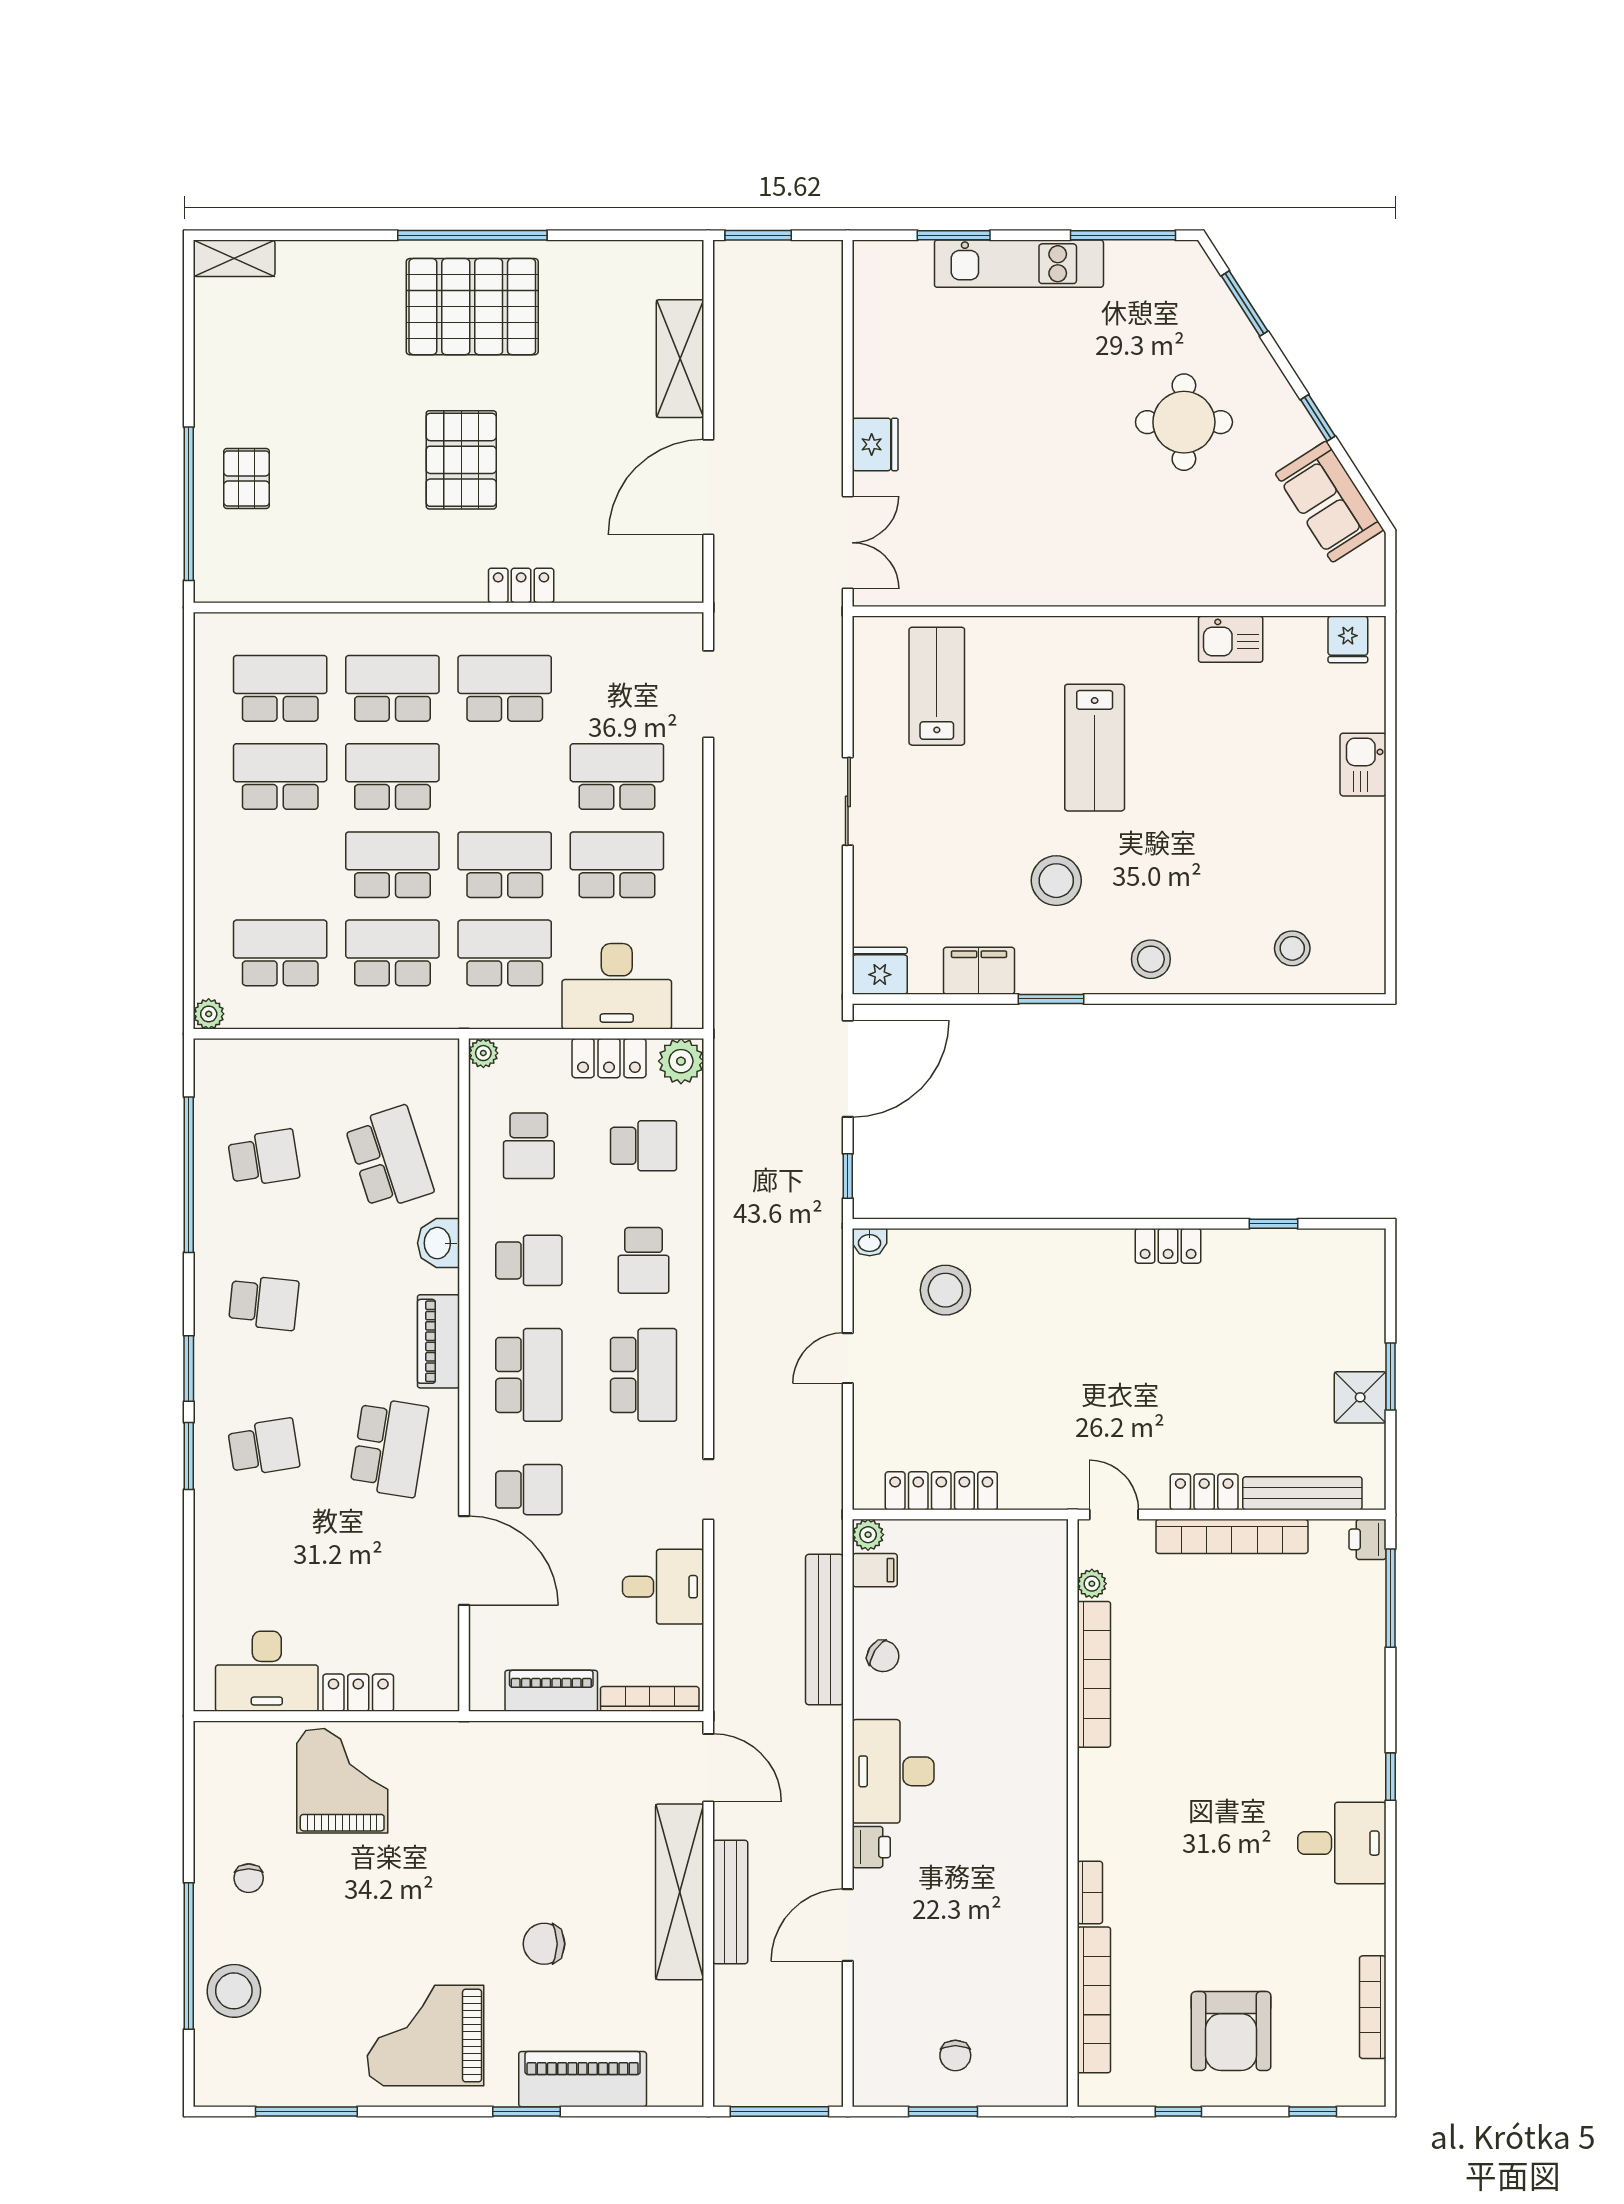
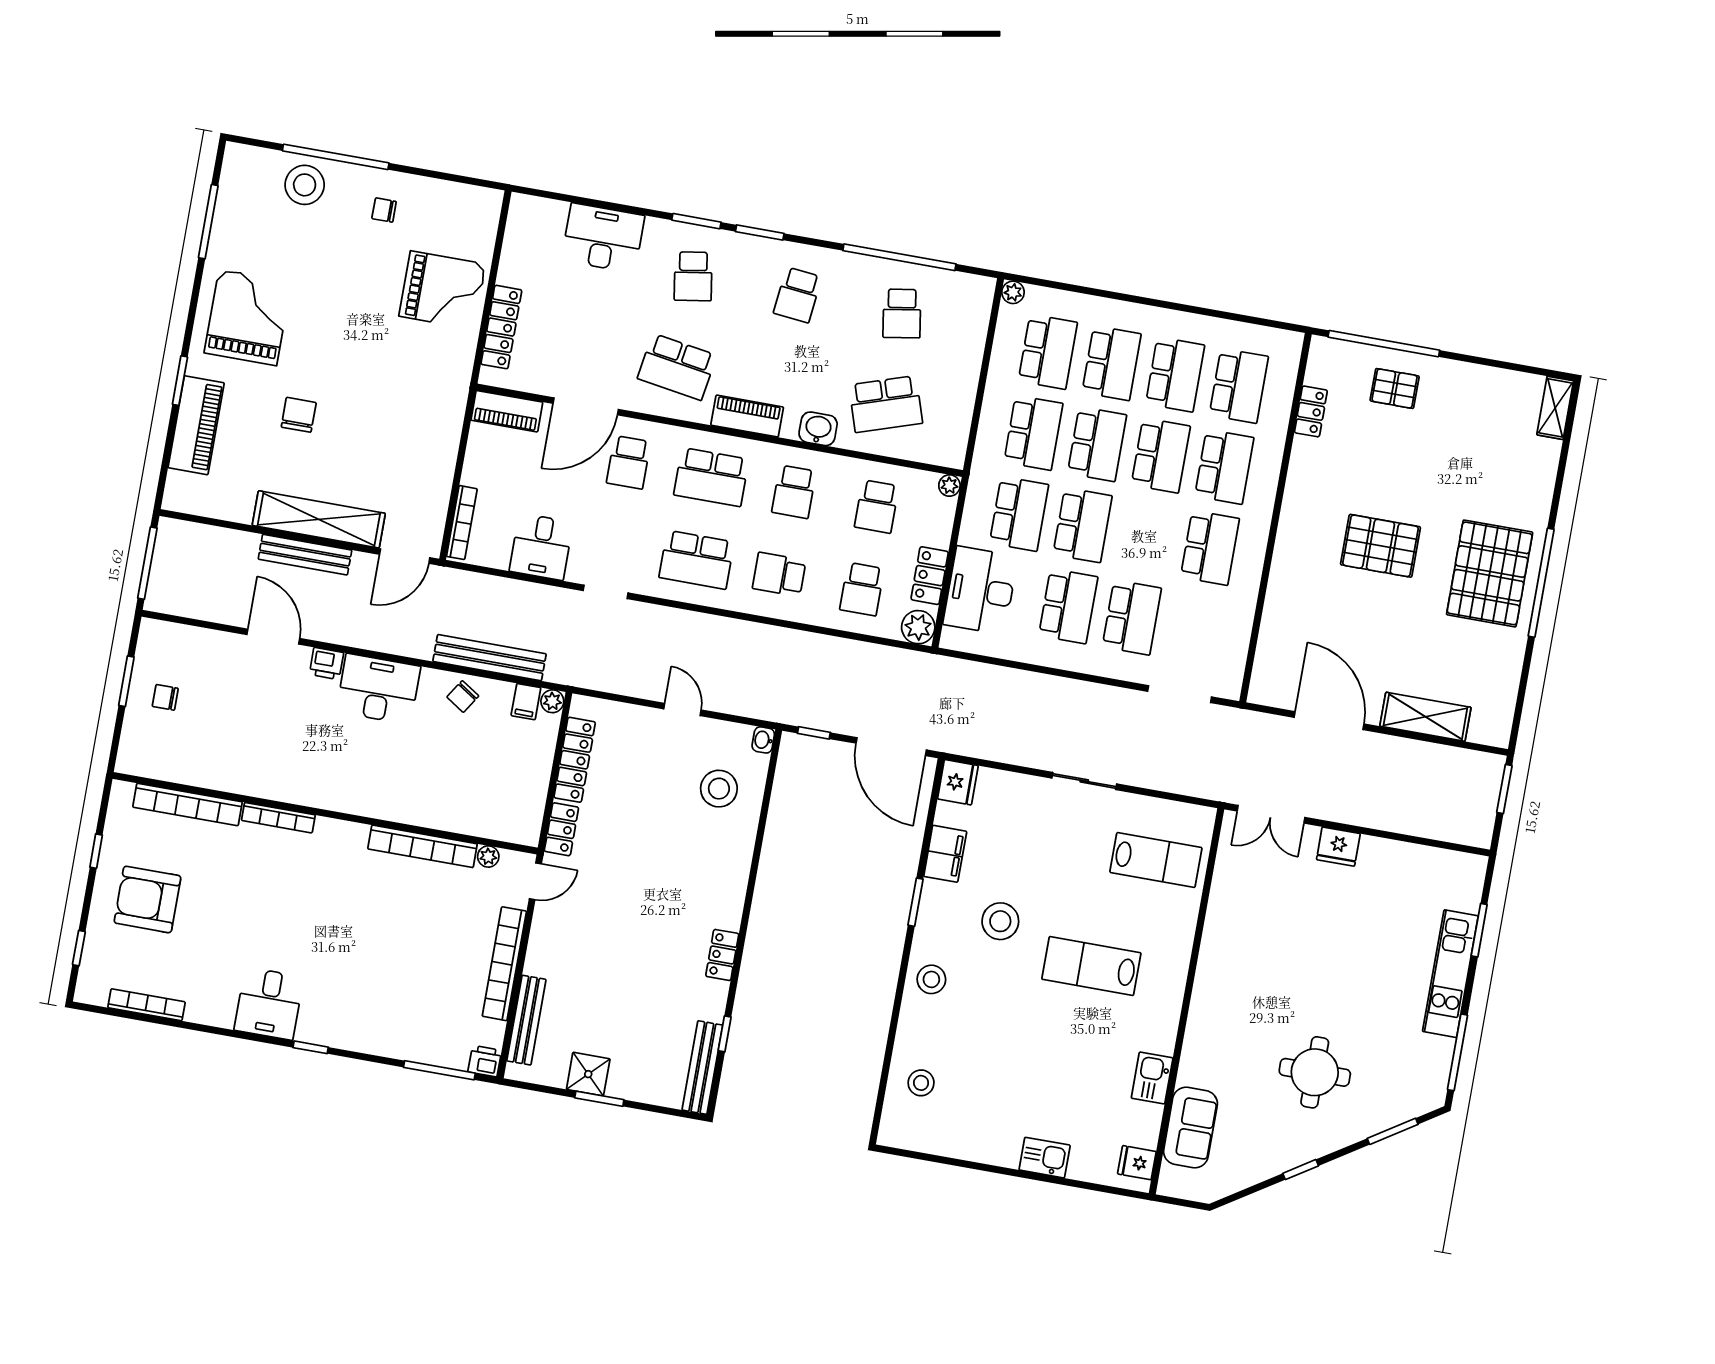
sofa: (1329, 502) -> (1190, 1128), moved, turned 123
locker: (521, 585) -> (1311, 411), moved
school desk: (280, 865) -> (1112, 363), added
school desk: (529, 1146) -> (877, 506), turned -90
bench: (1324, 1246) -> (702, 1068), added
locker: (1204, 1492) -> (561, 829), moved
desk: (267, 1671) -> (603, 238), moved, turned 90
piano: (551, 1691) -> (507, 411), moved, turned 90
locker: (358, 1693) -> (501, 327), width x1.53
bookcase: (1090, 1892) -> (278, 818), width x1.56

